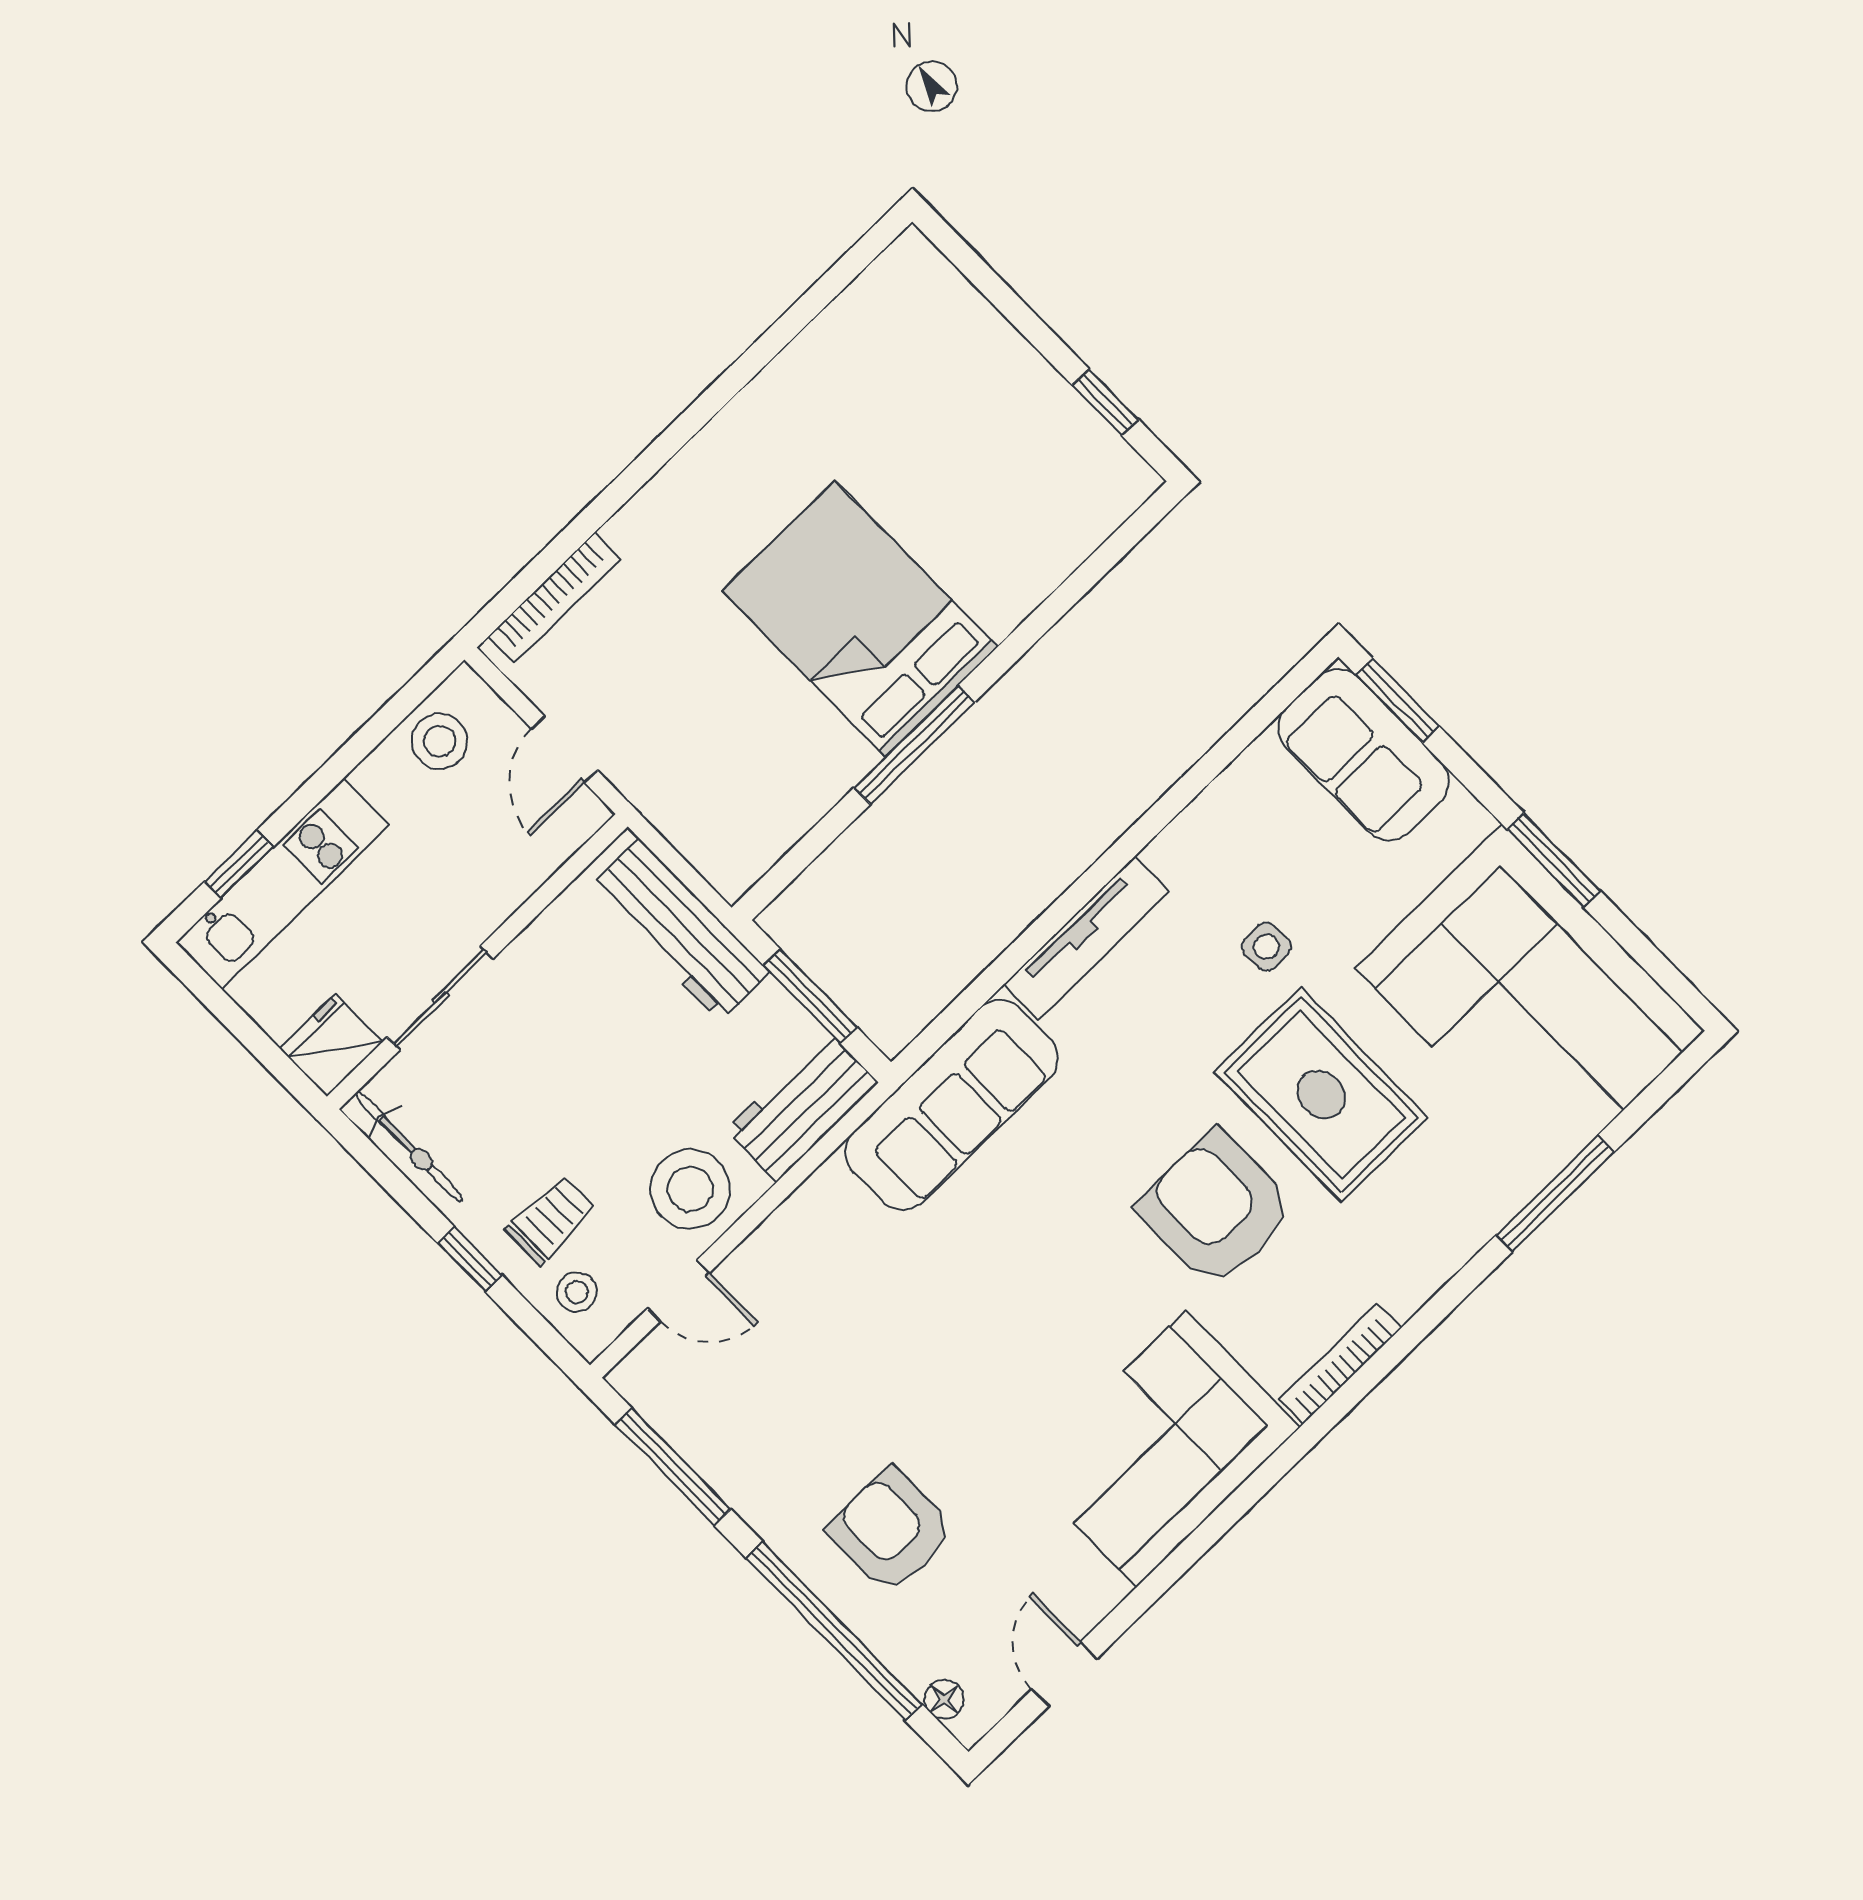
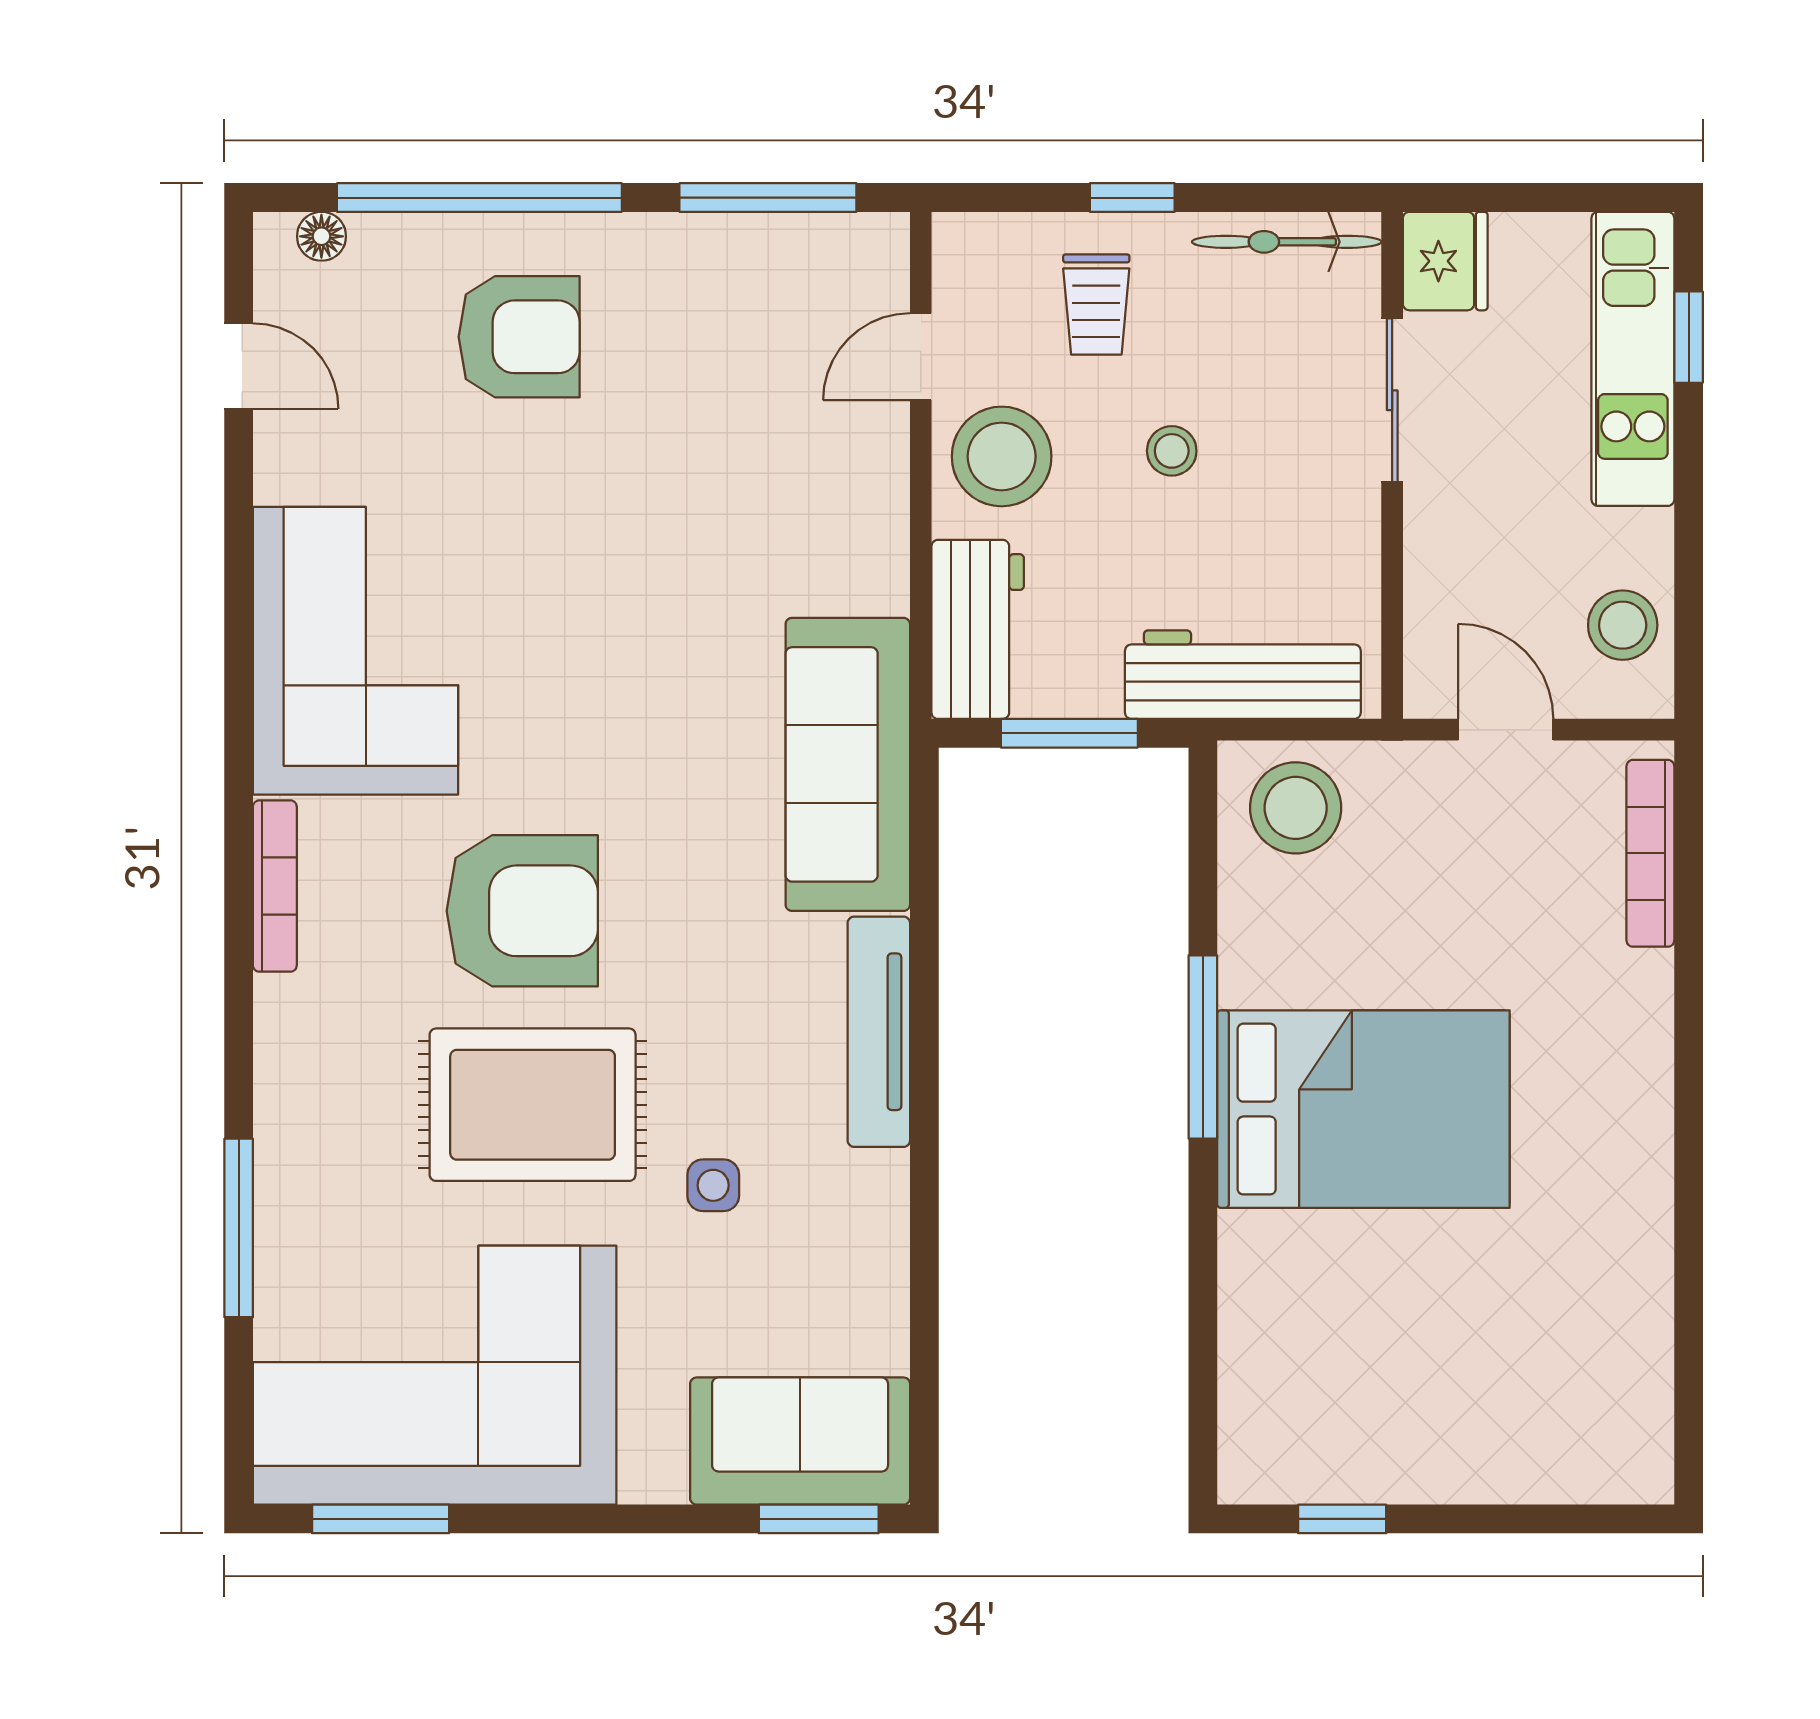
stool: (726, 825) -> (1296, 808), added
window: (1554, 860) -> (381, 1519), moved
stool: (577, 1292) -> (1172, 451), moved

